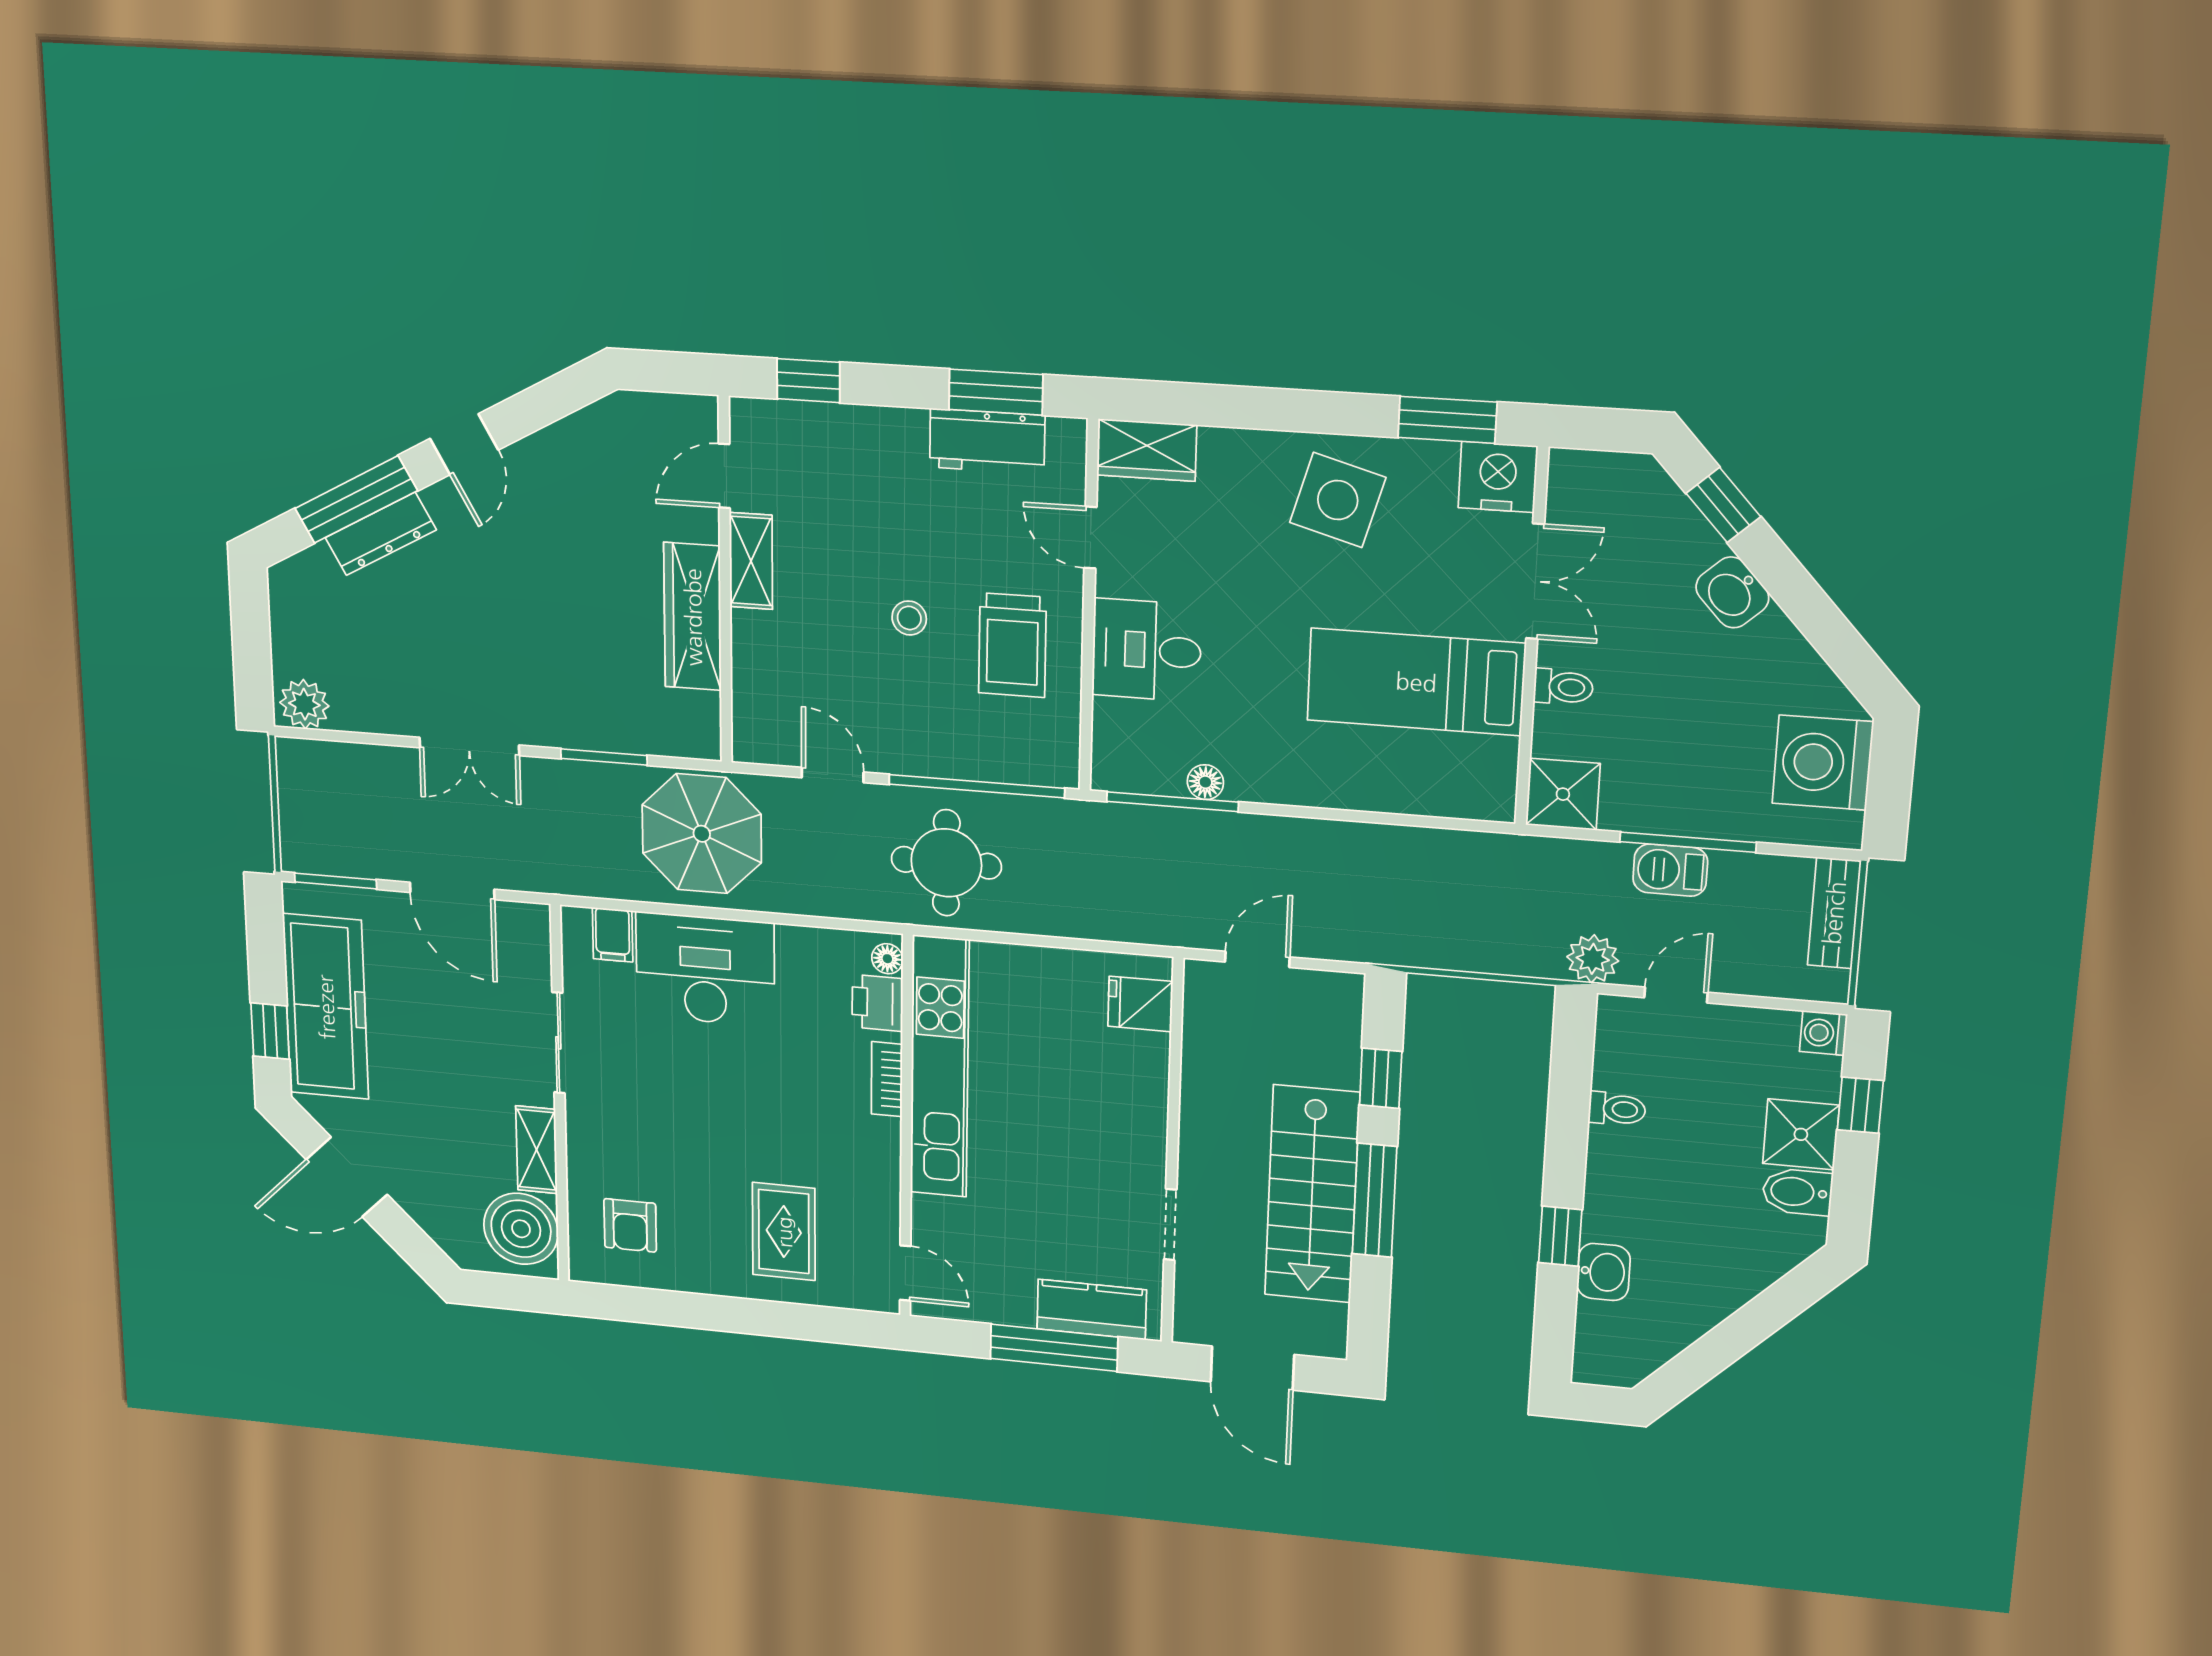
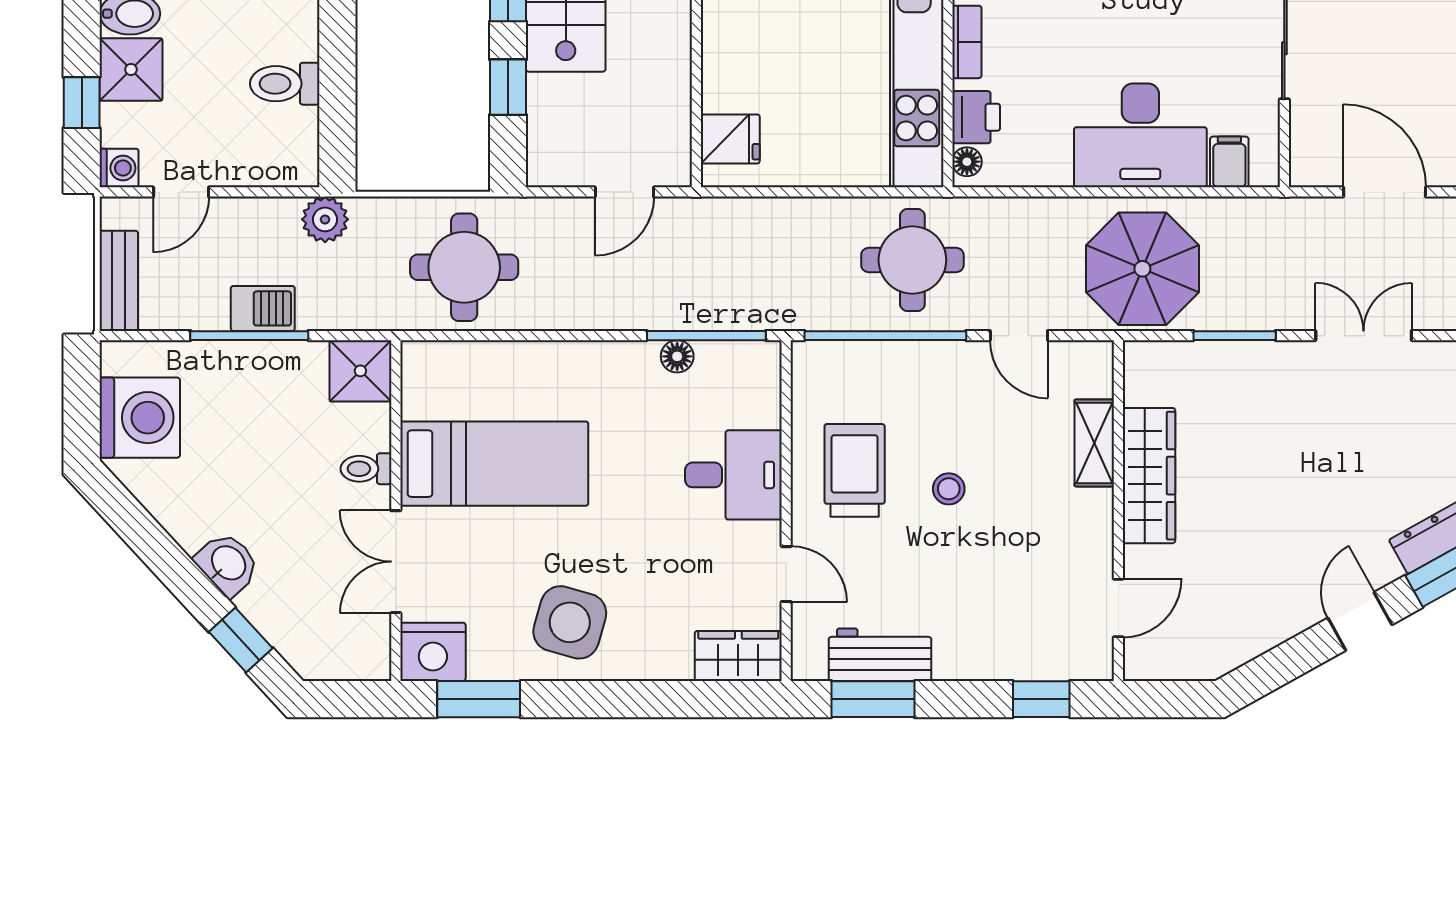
shelving: (751, 561) -> (1094, 443), moved
round table: (1439, 895) -> (464, 267), added
door: (1676, 995) -> (181, 192), moved
toilet: (1617, 1109) -> (285, 84), width x1.37, depth x1.39

